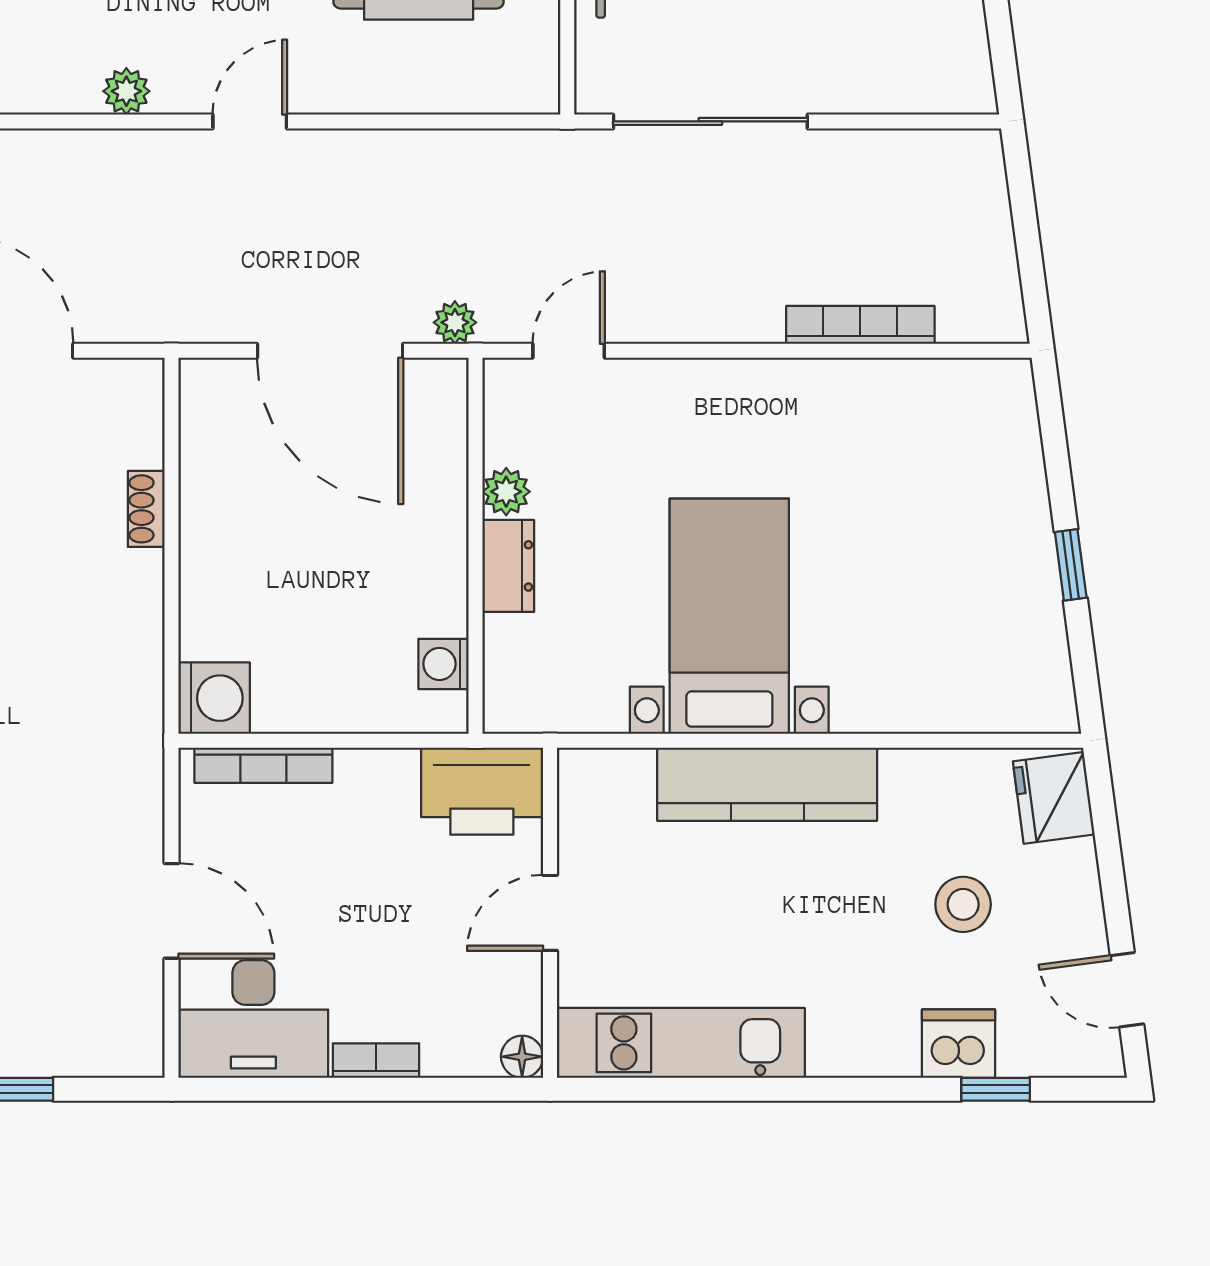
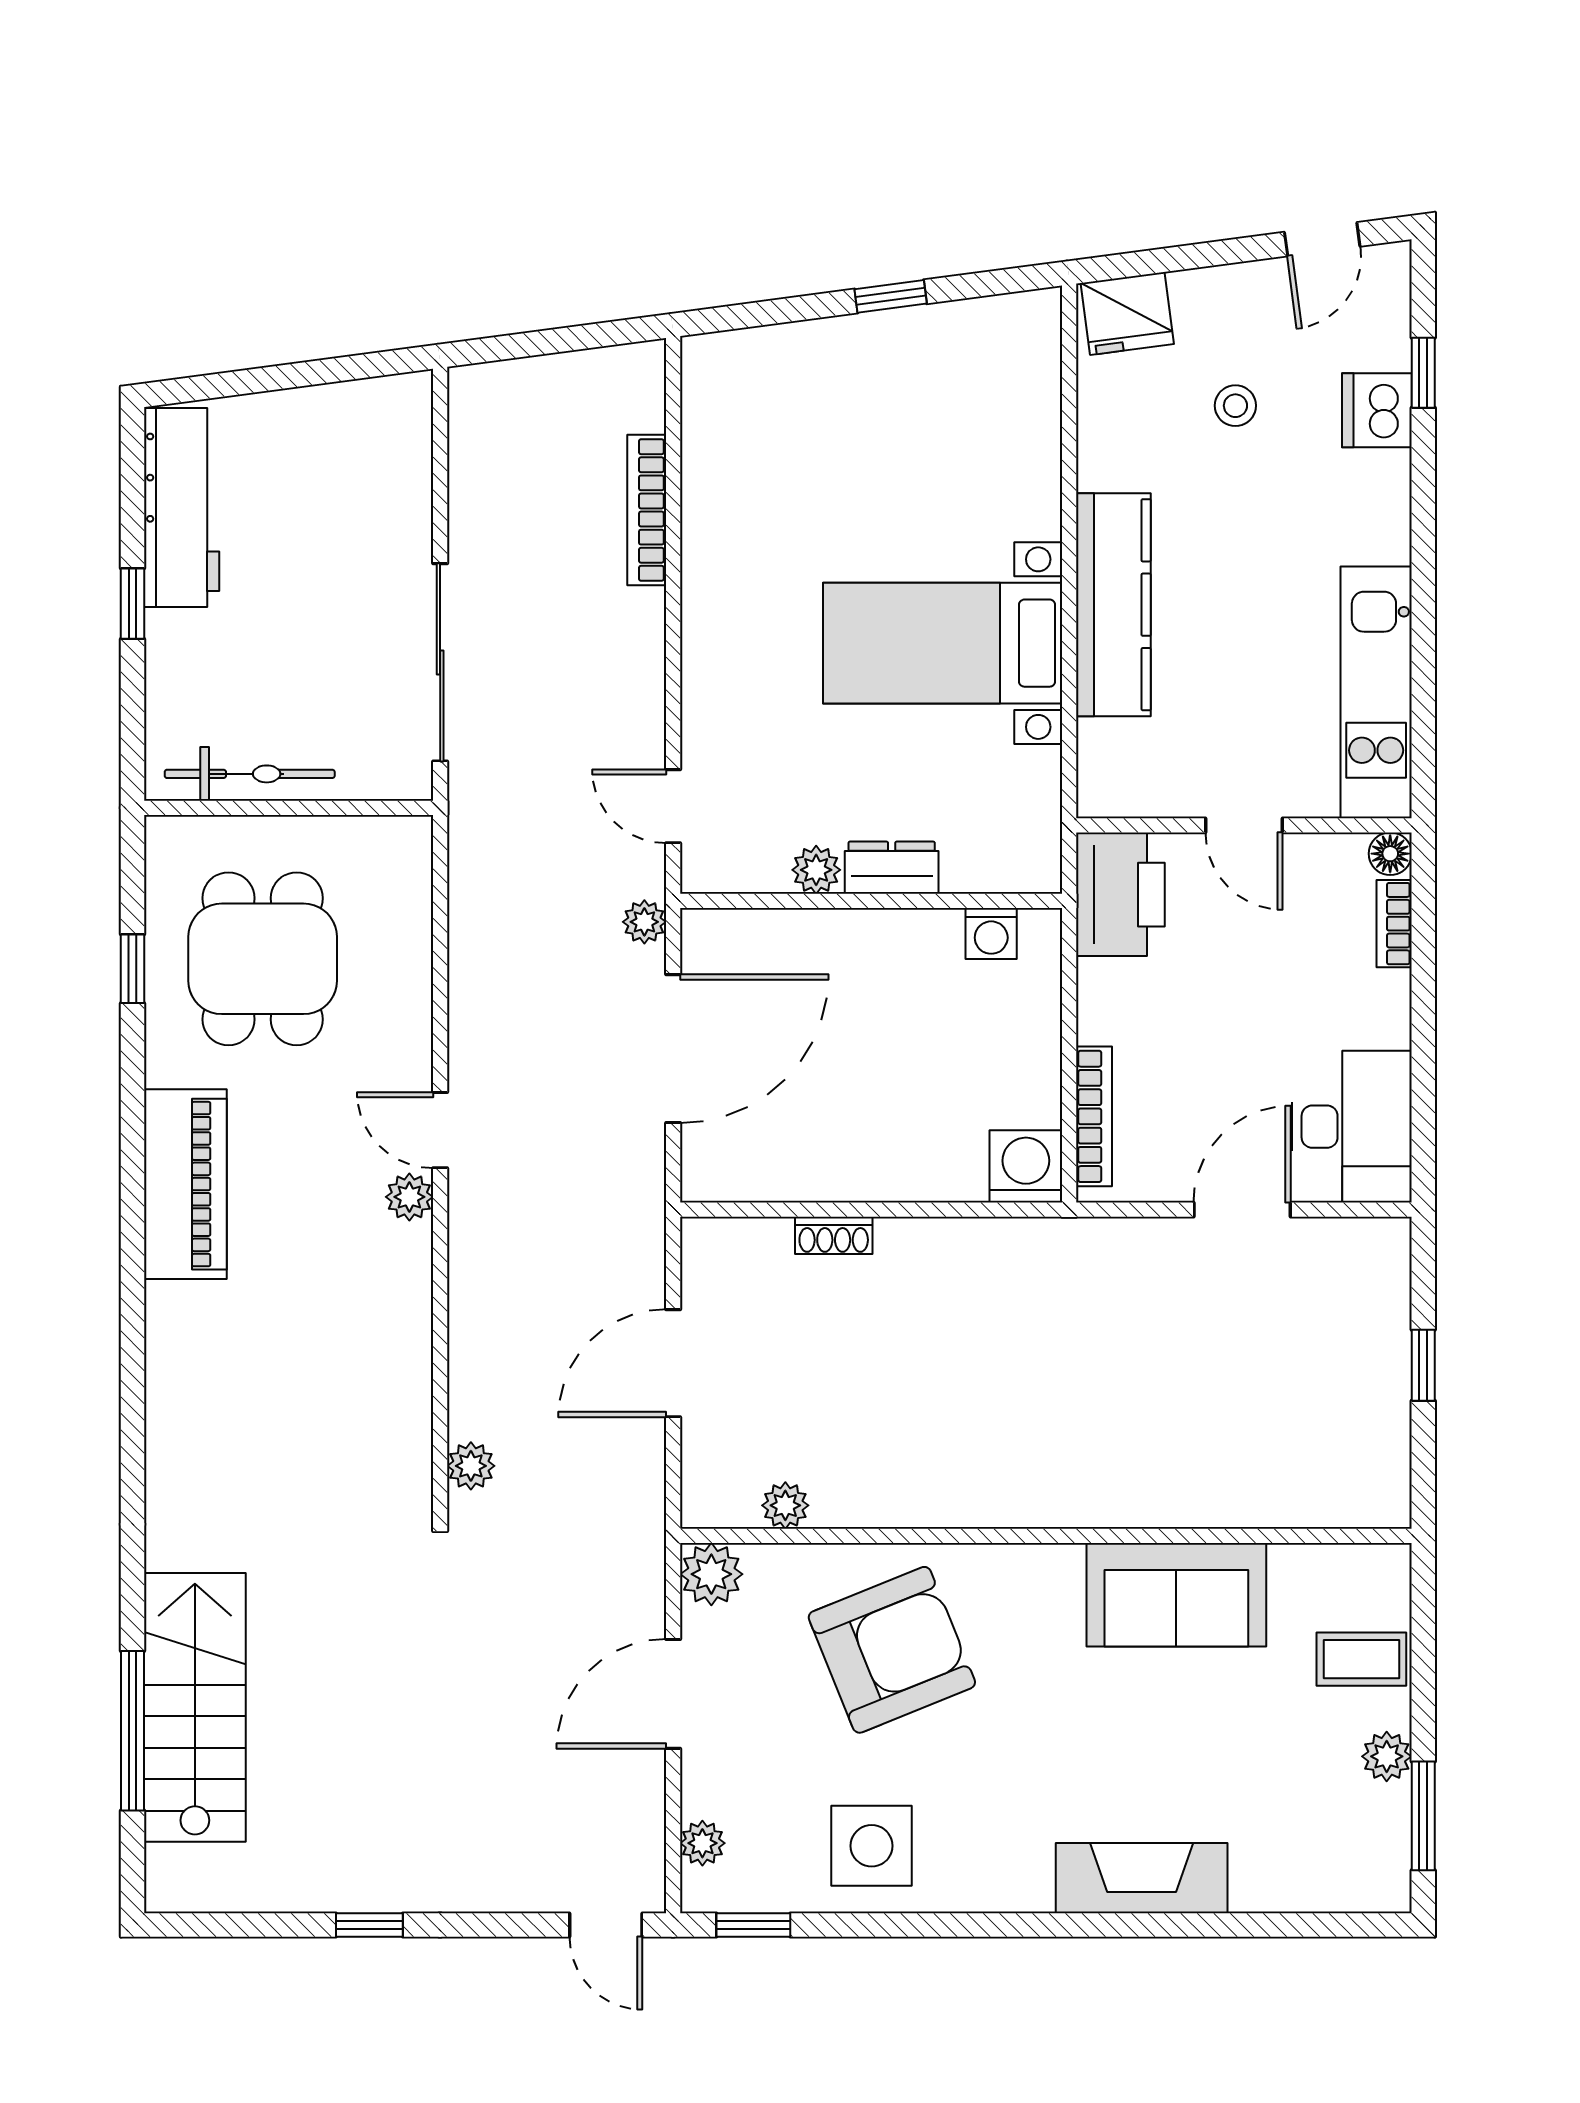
plant: (126, 91) -> (409, 1197), moved
stool: (963, 904) -> (1235, 406), width x0.73, depth x0.73
bookcase: (376, 1061) -> (1394, 924), moved

